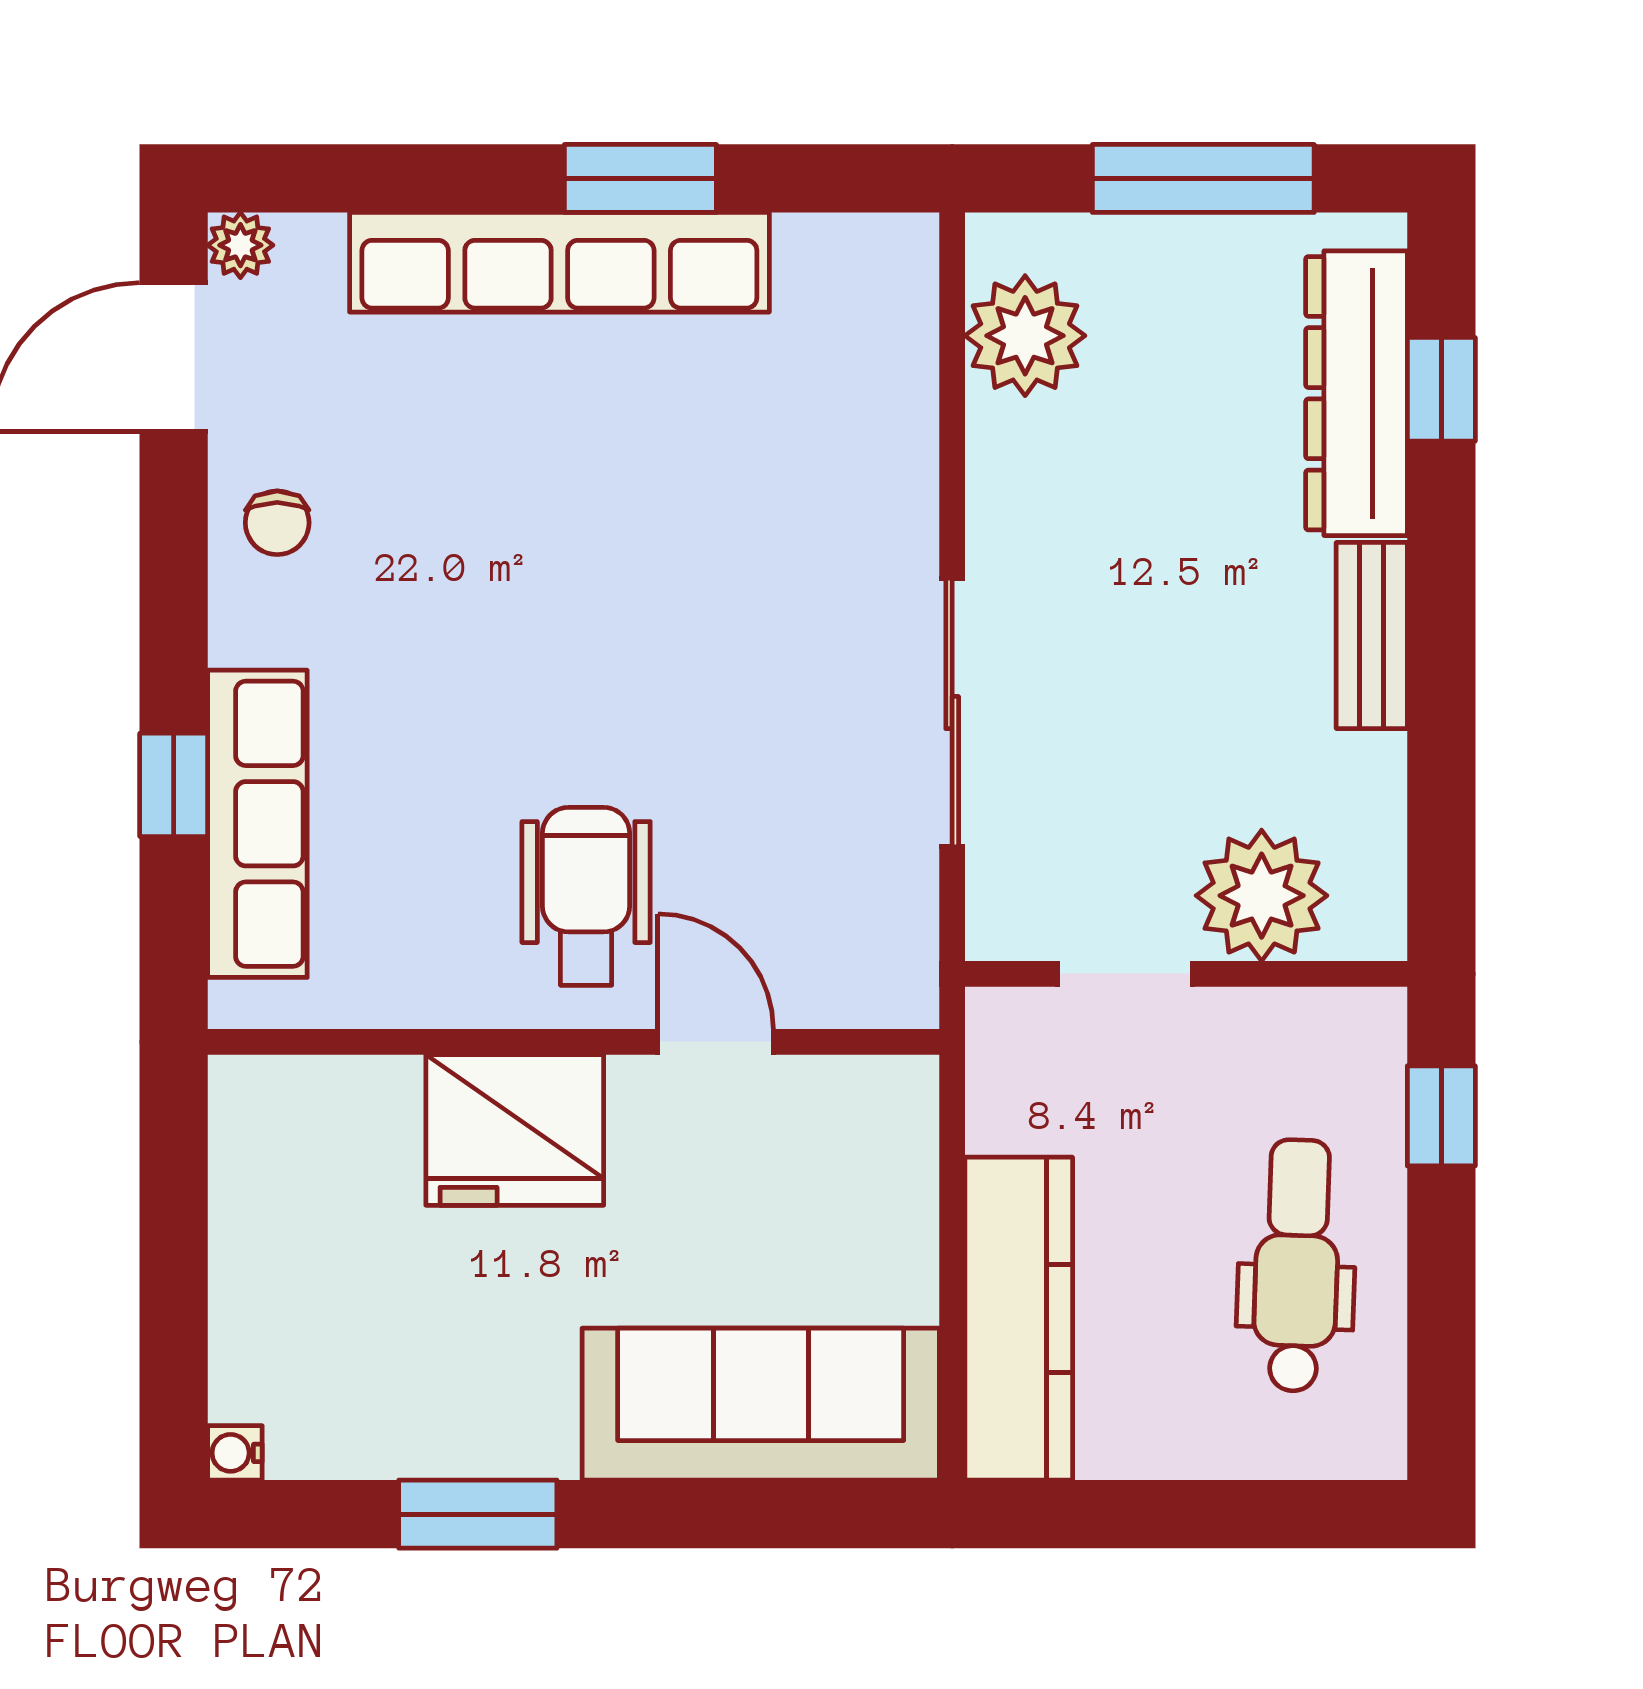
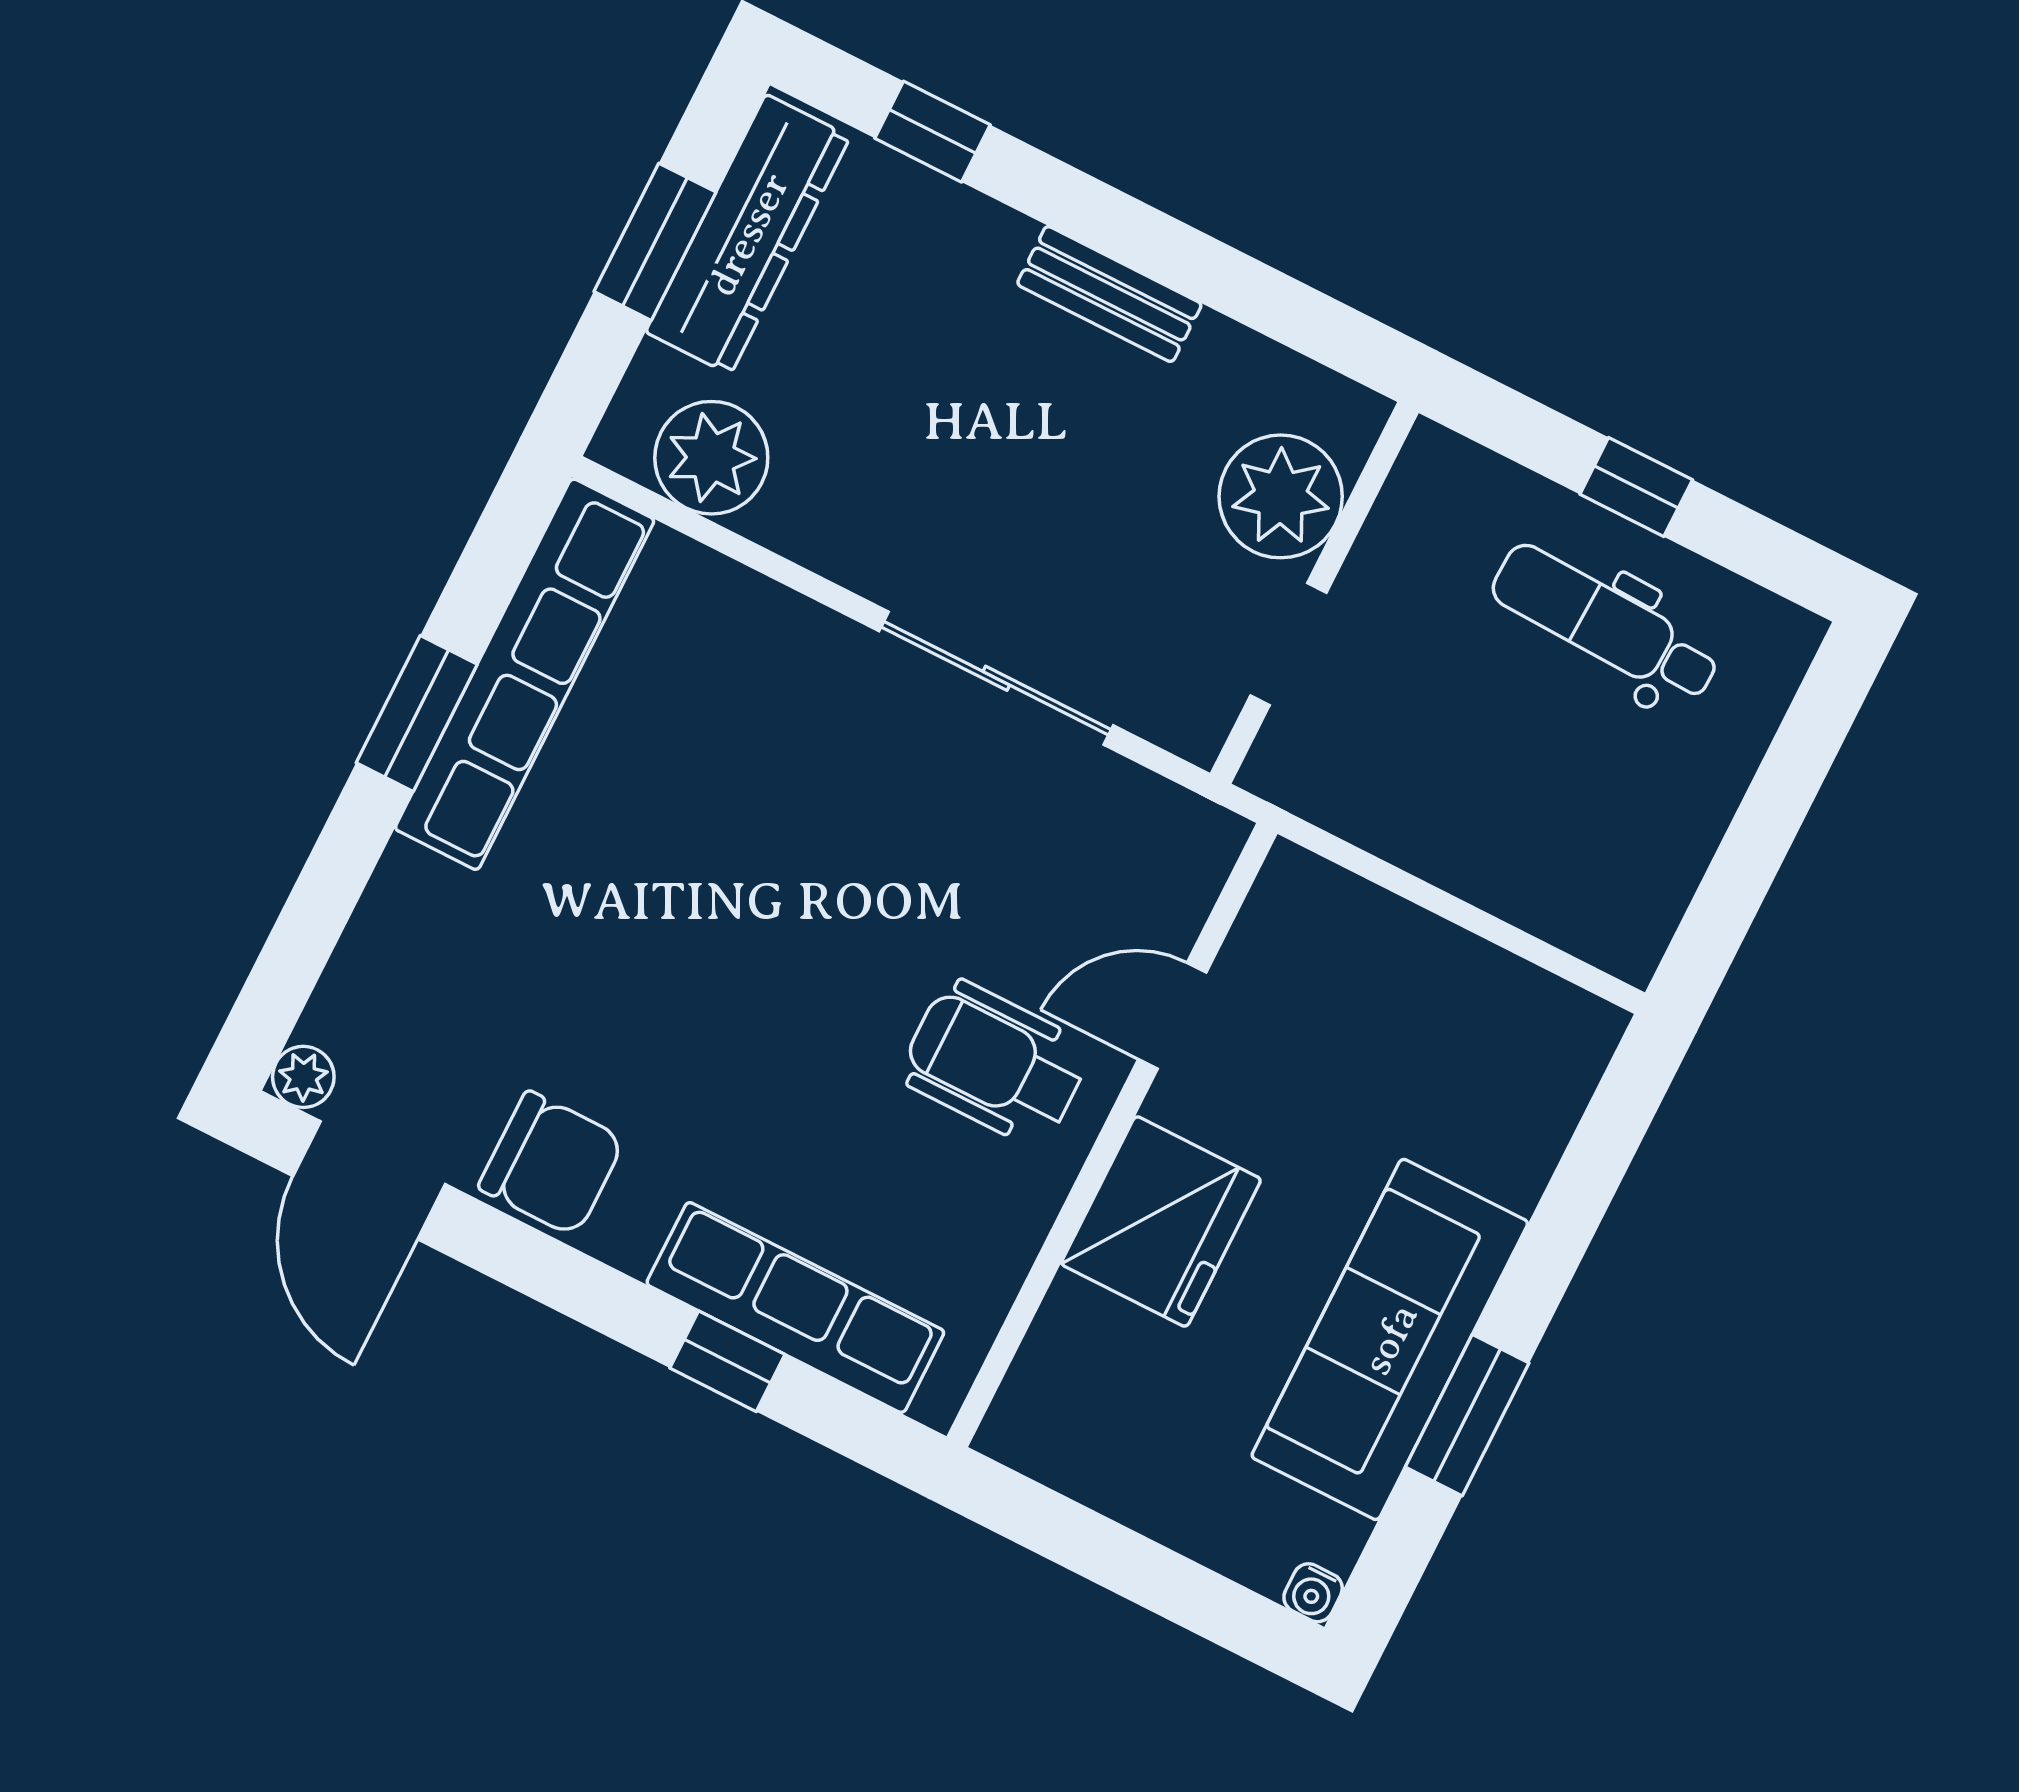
window: (1203, 178) -> (655, 242), width x0.69
row of seats: (559, 262) -> (525, 674), moved
dresser: (1356, 393) -> (748, 234), moved, turned -90
chair: (277, 523) -> (551, 1164), width x1.87, depth x1.87
window: (1441, 1116) -> (1636, 487), moved
kitchen counter: (1019, 1319) -> (1532, 879), removed
sofa: (761, 1404) -> (1390, 1339), moved

